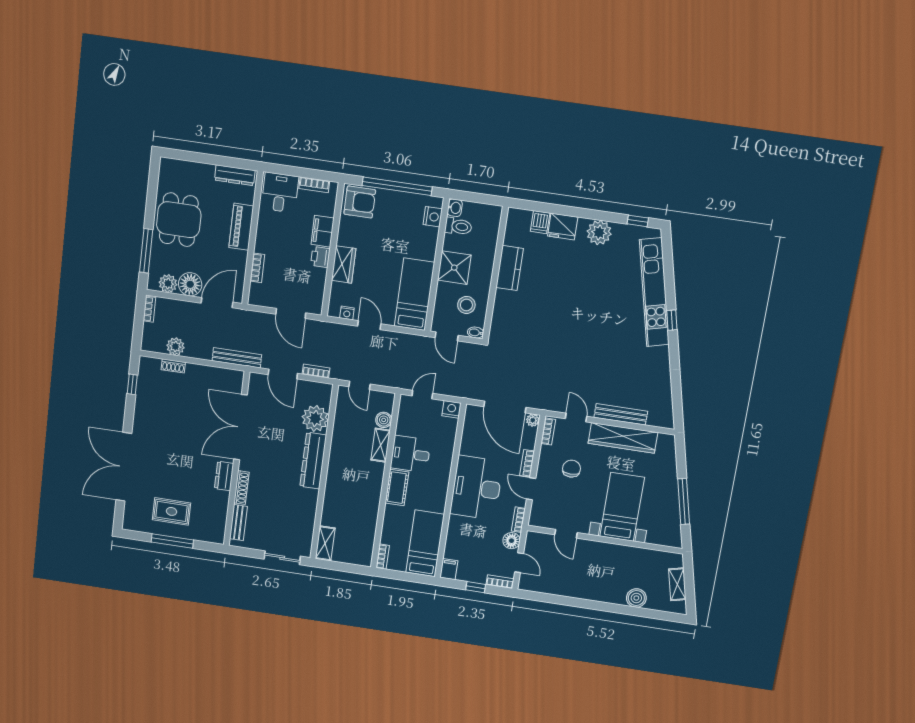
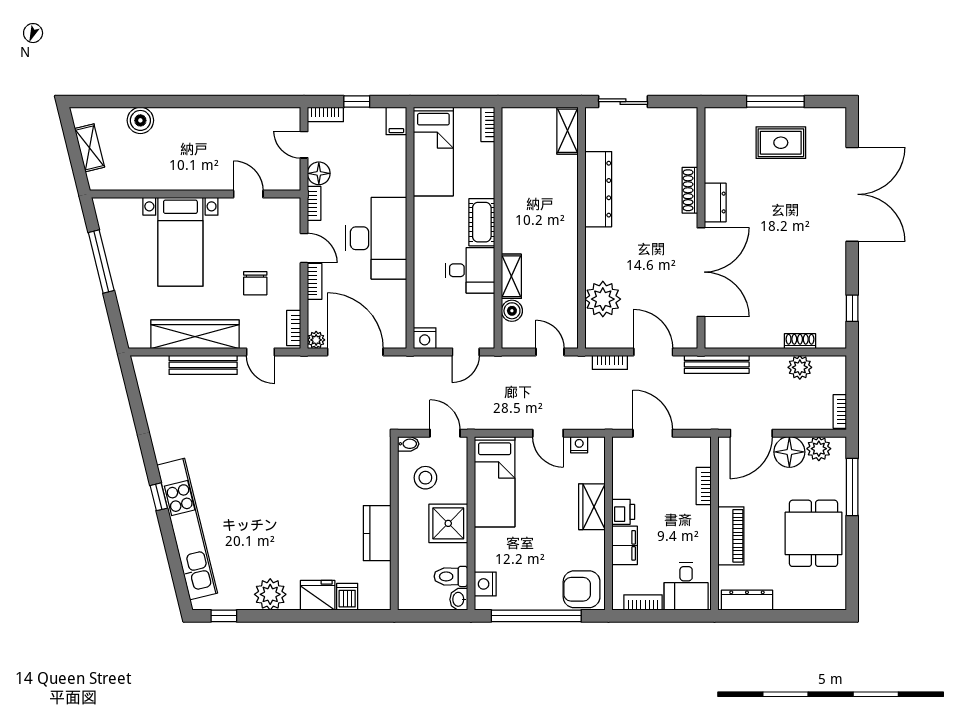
dresser: (313, 461) -> (598, 189), moved
bench: (238, 523) -> (688, 141), removed

